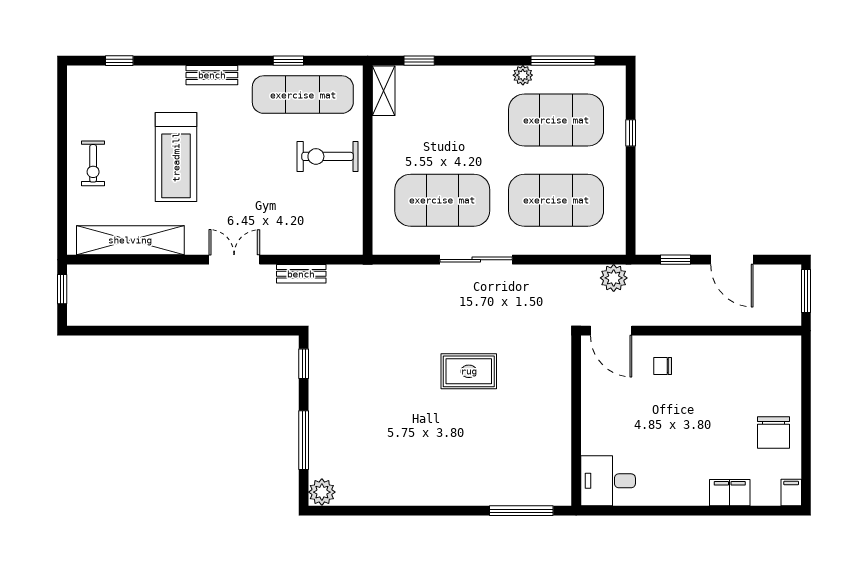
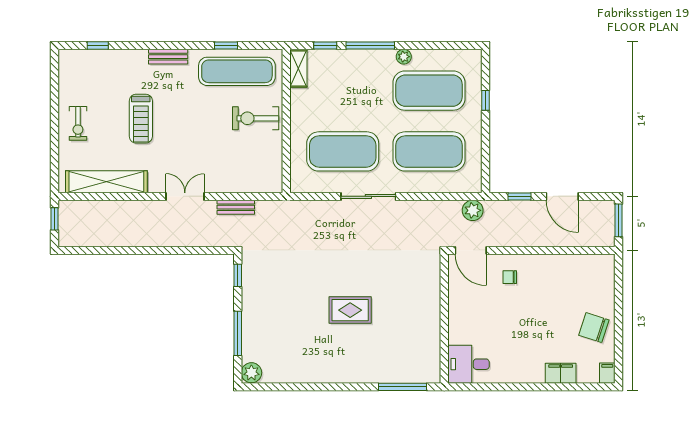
window: (563, 61) -> (370, 46), moved
treadmill: (176, 157) -> (141, 119), width x0.73, depth x0.73
rug: (469, 371) -> (350, 310), moved
chair: (774, 432) -> (594, 328), turned 108

